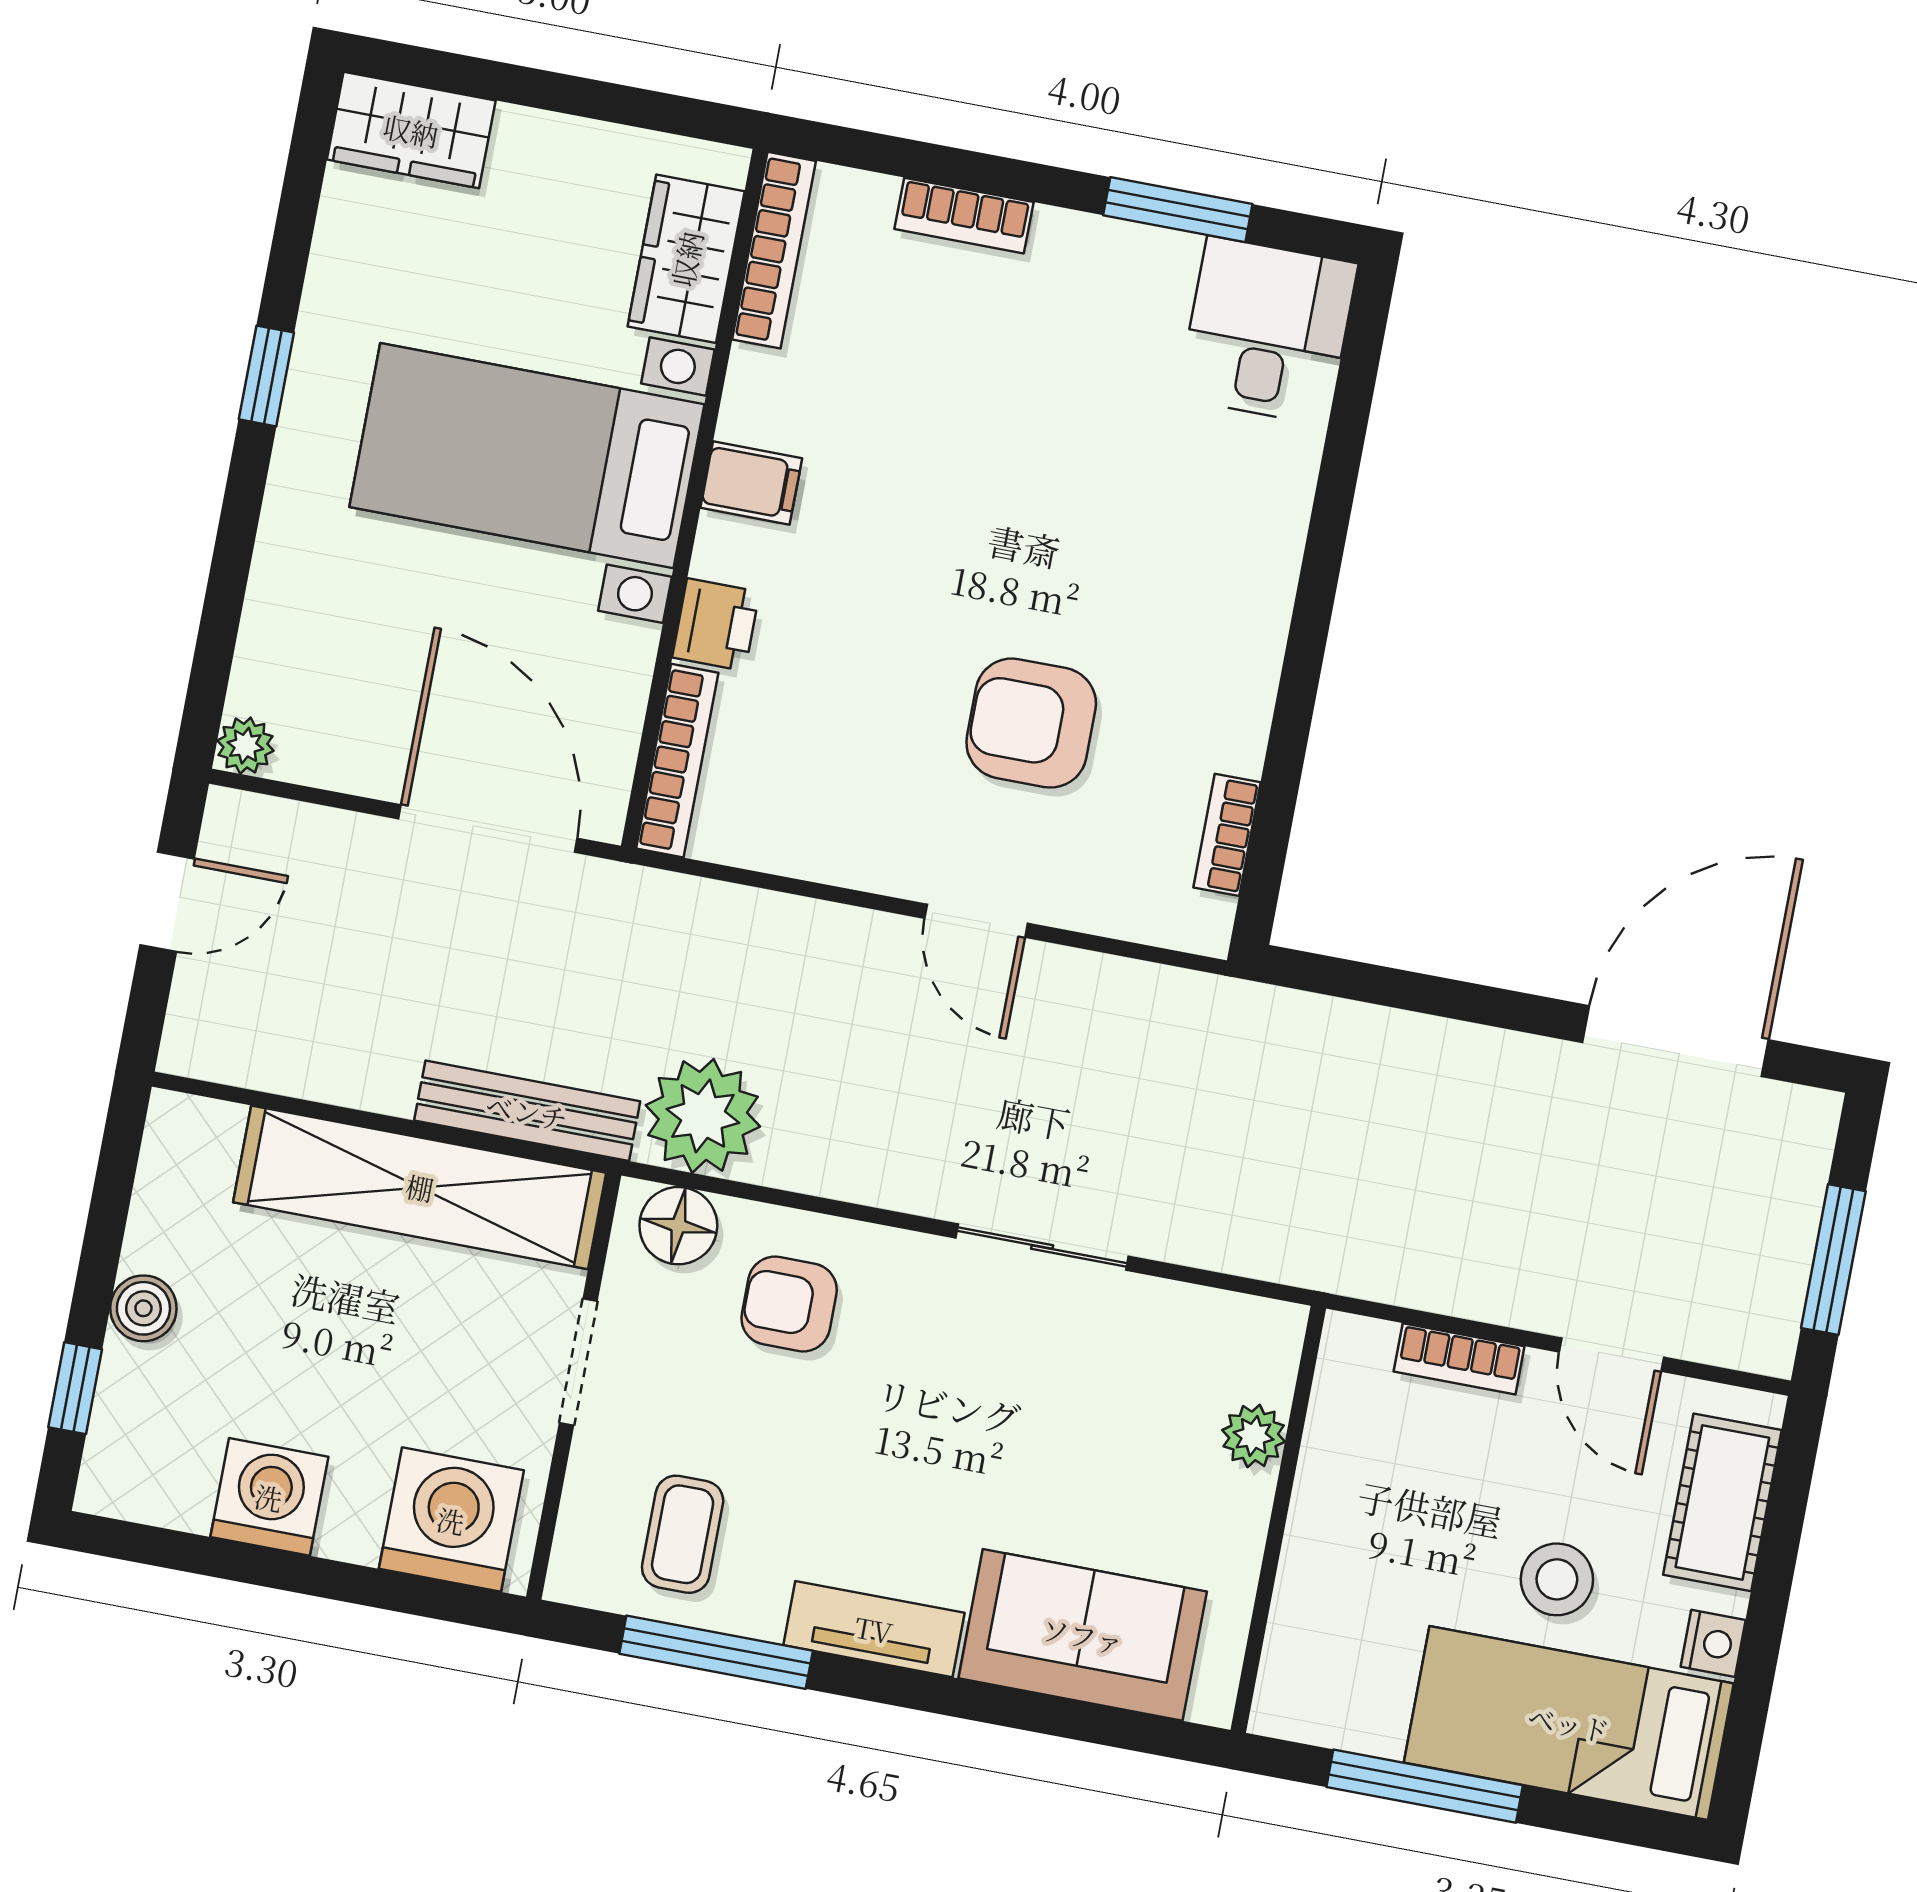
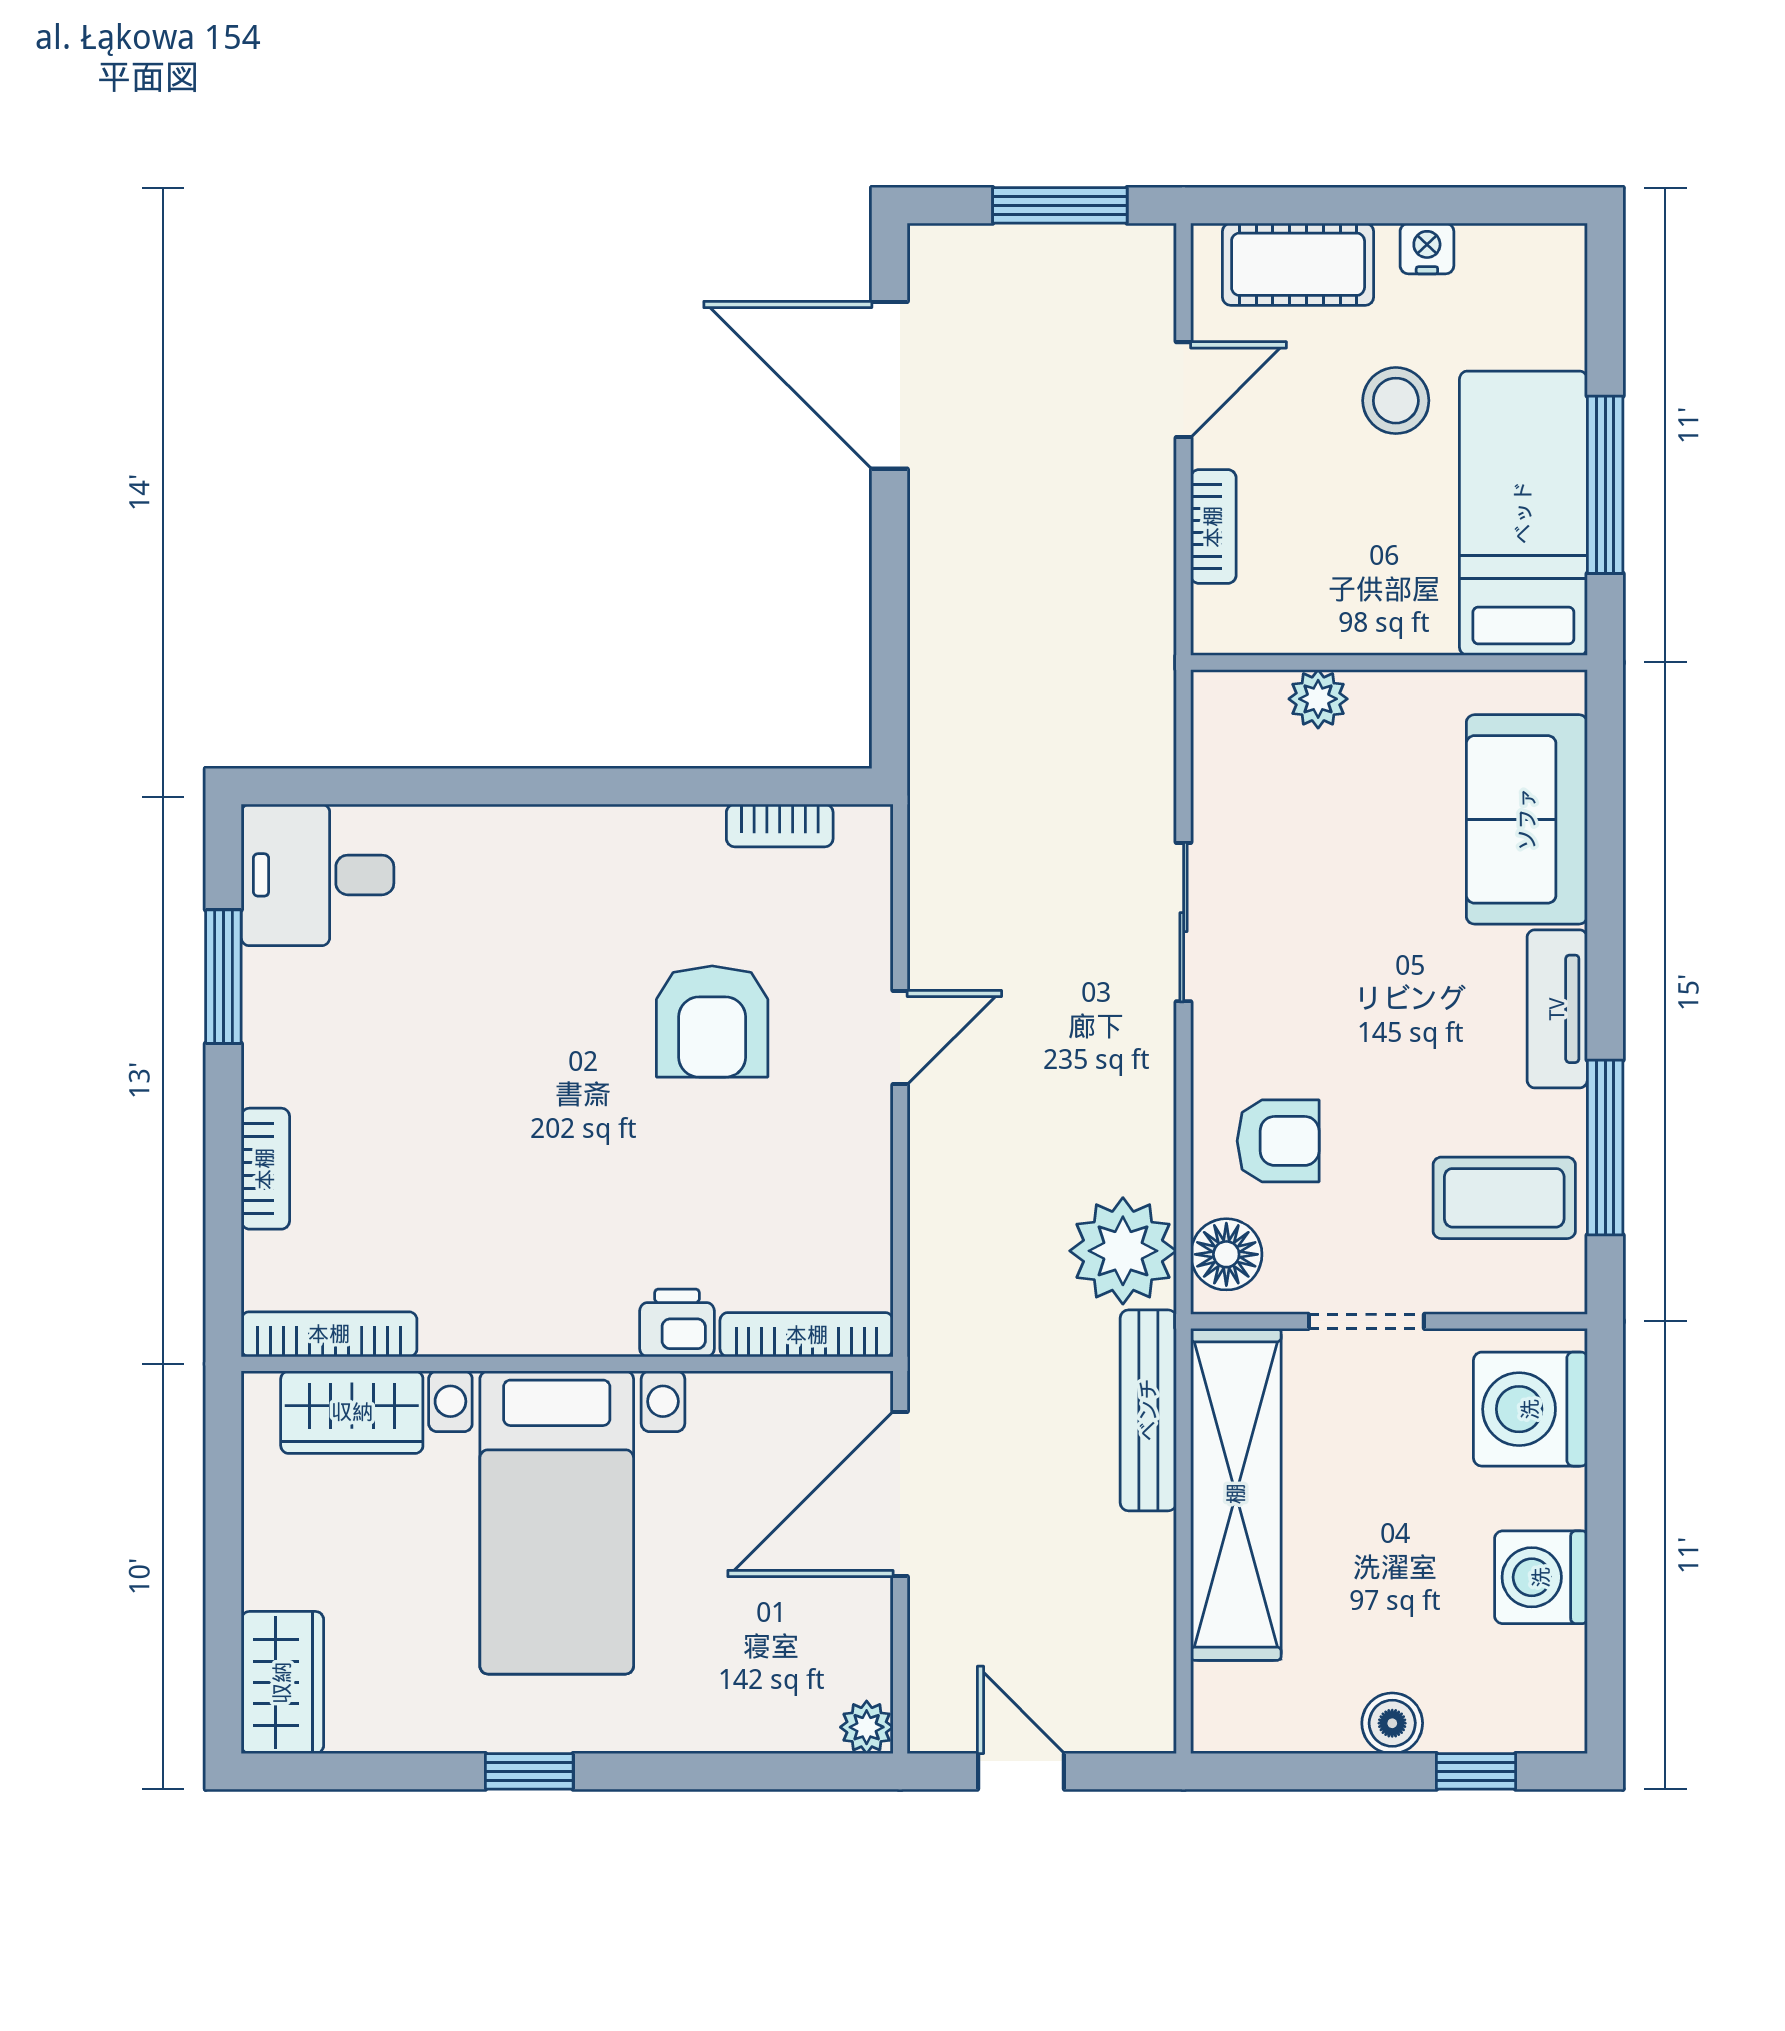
filing cabinet: (751, 483) -> (543, 1315), removed
armchair: (789, 1304) -> (1278, 1141), turned -90
coffee table: (683, 1534) -> (1504, 1198), width x1.36, depth x1.30
bed: (1569, 1723) -> (1523, 513), moved, turned 180

